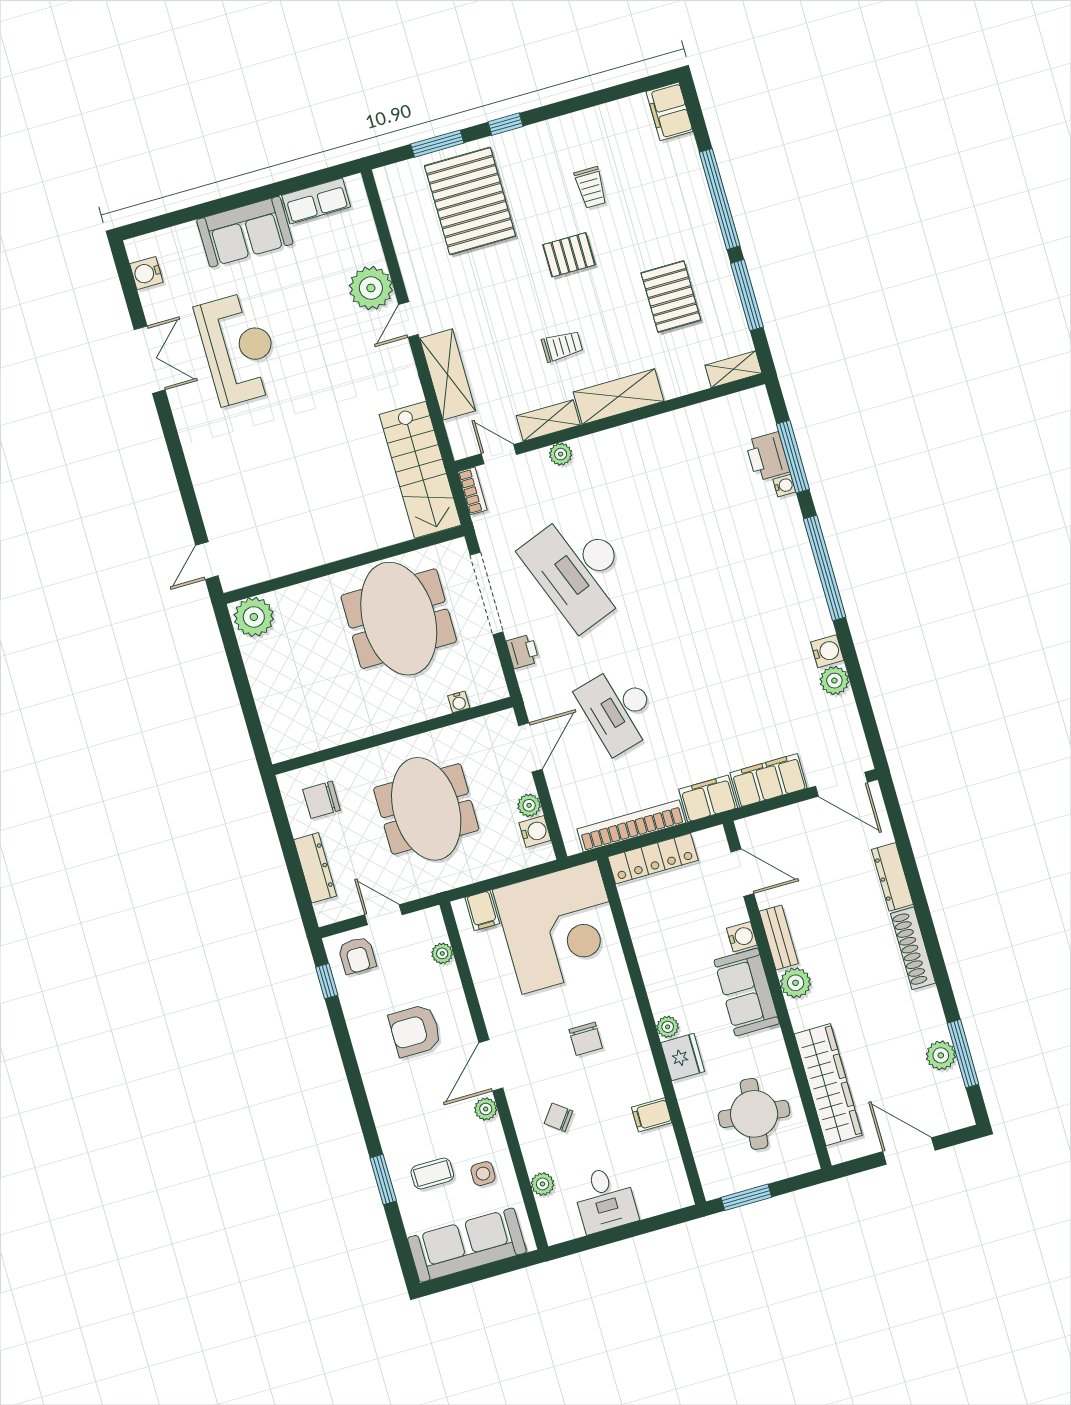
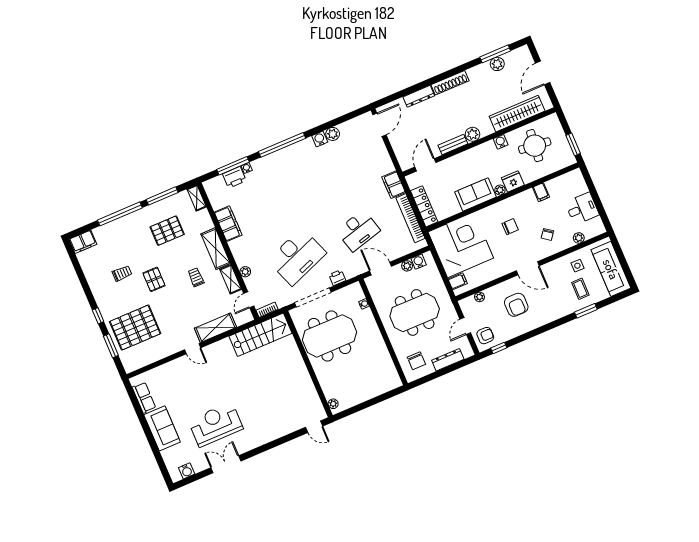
plant: (371, 288) -> (180, 368), removed
plant: (254, 617) -> (333, 404), width x0.53, depth x0.53
filing cabinet: (769, 780) -> (228, 224), moved, turned 180
water cooler: (742, 937) -> (501, 142), moved
sofa: (747, 992) -> (475, 194), moved, turned 180
plant: (486, 1109) -> (548, 268), removed

